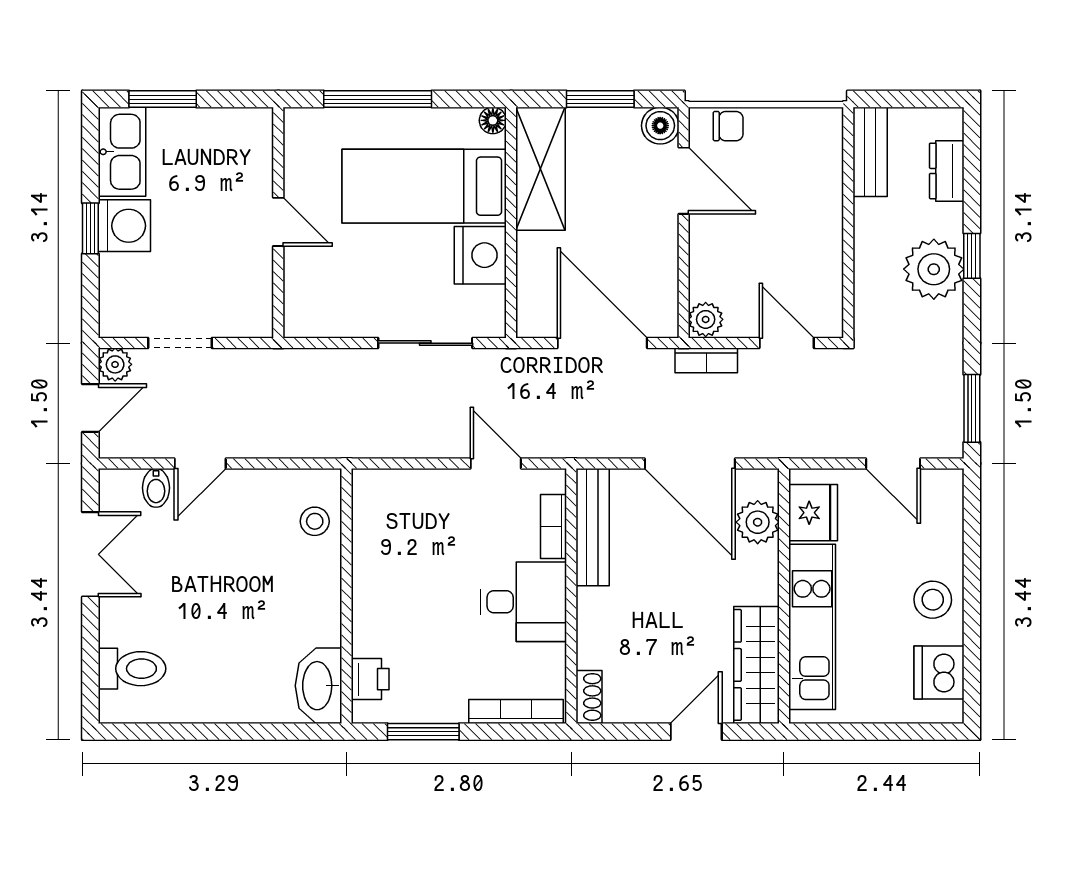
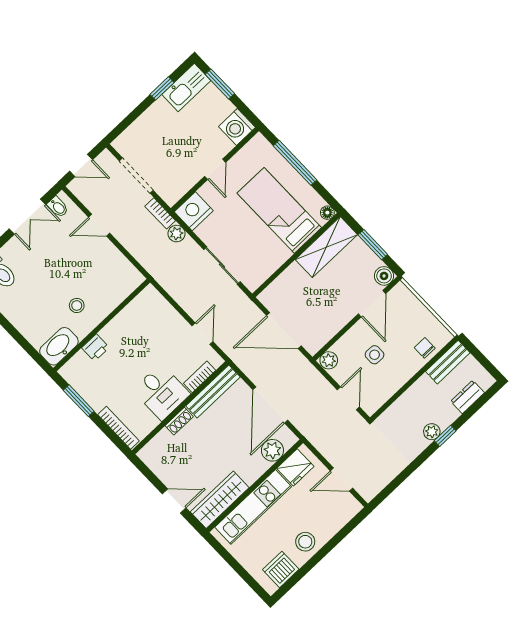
chair: (728, 126) -> (425, 348), moved, turned 180
washing machine: (124, 226) -> (237, 127), moved, turned 90
window: (90, 228) -> (162, 88), moved
side table: (760, 246) -> (375, 355), added
nightstand: (480, 255) -> (194, 211), moved, turned 180
plant: (934, 269) -> (432, 432), width x0.53, depth x0.53
doorway: (180, 343) -> (136, 176), width x1.38
door: (602, 343) -> (284, 331), swing flipped
bookcase: (706, 360) -> (160, 213), moved
plant: (115, 364) -> (176, 234), moved
window: (972, 408) -> (389, 489), removed
door: (893, 463) -> (341, 479), hinge flipped
bidet: (156, 488) -> (58, 207), moved, turned -90
stool: (315, 521) -> (77, 305), moved
printer: (370, 679) -> (95, 348), moved
shoe rack: (589, 697) -> (179, 421), moved

